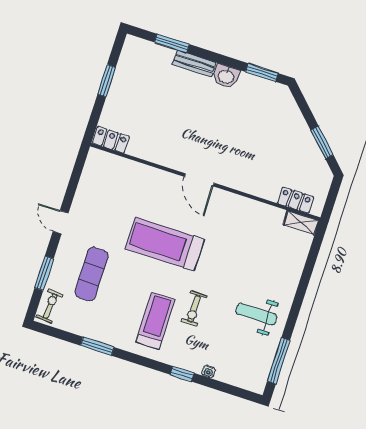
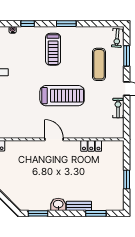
locker: (111, 140) -> (91, 146), moved
exercise bike: (194, 309) -> (118, 108), moved
window: (97, 346) -> (66, 24), moved

